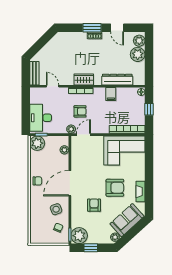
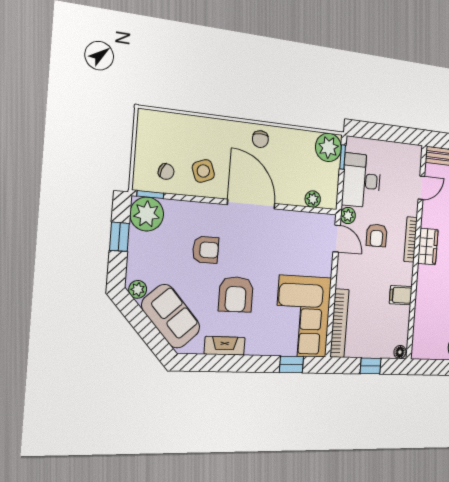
dresser: (117, 80) -> (423, 308), removed
desk: (41, 118) -> (362, 181), moved, turned -90
window: (149, 155) -> (291, 364), added

